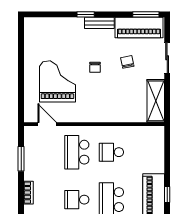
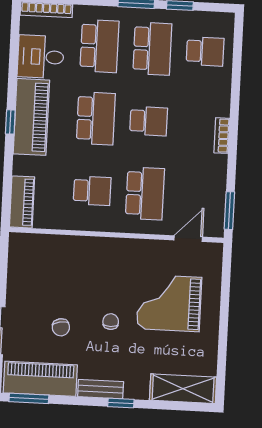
grand piano: (57, 81) -> (169, 303), turned 90
shelving: (156, 101) -> (183, 389), moved, turned 90
door: (47, 124) -> (188, 239), swing flipped
piano: (157, 143) -> (22, 202), added
window: (21, 159) -> (229, 211), moved

